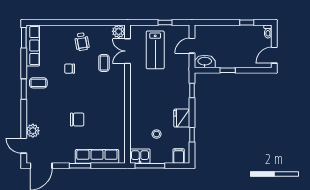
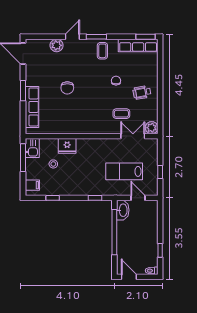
lab bench: (155, 50) -> (124, 171), moved
window: (228, 70) -> (114, 232), width x3.17
fridge: (182, 118) -> (67, 146), moved, turned 180
door: (24, 146) -> (72, 37), moved

